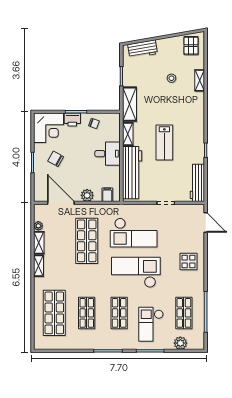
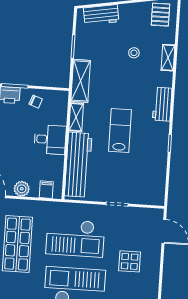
lab bench: (164, 142) -> (120, 130), turned 180
workbench: (197, 183) -> (162, 104), moved, width x0.73
display table: (189, 262) -> (130, 261), moved

